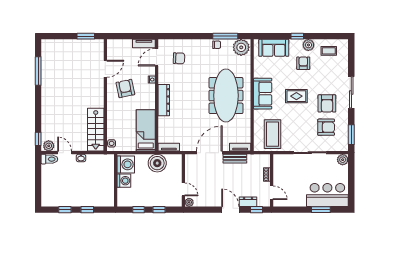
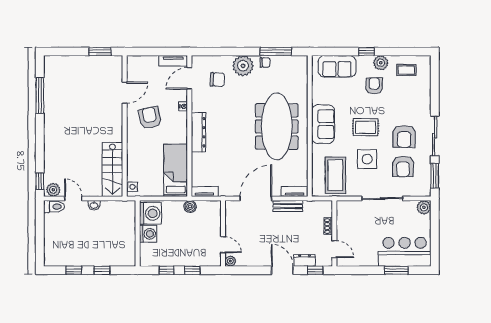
plant: (241, 47) -> (243, 66), moved
sliding door: (351, 92) -> (435, 136), moved
side table: (298, 121) -> (367, 159), added
armchair: (326, 127) -> (403, 166), turned 90
boiler: (157, 163) -> (190, 206), width x0.54, depth x0.54

